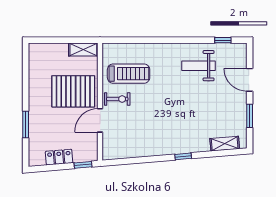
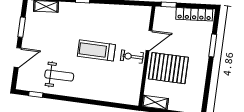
treadmill: (129, 74) -> (96, 50), moved
door: (250, 80) -> (17, 58), hinge flipped
locker: (59, 157) -> (194, 14), width x1.53

